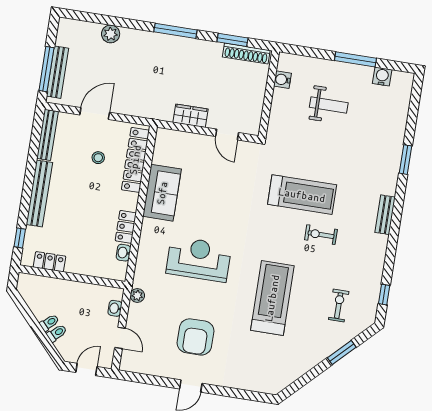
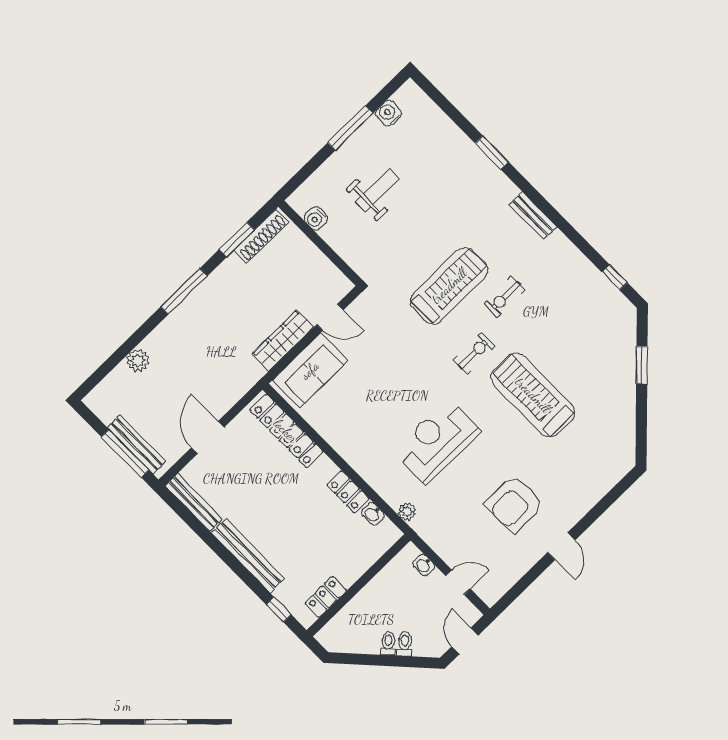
wardrobe: (191, 116) -> (283, 340), width x1.50
stool: (98, 158) -> (256, 467), removed
sofa: (162, 193) -> (310, 370), moved, turned 90
plant: (137, 296) -> (407, 512), moved
exercise bike: (339, 306) -> (474, 353), moved, turned 90
armchair: (196, 337) -> (514, 504), turned 90

